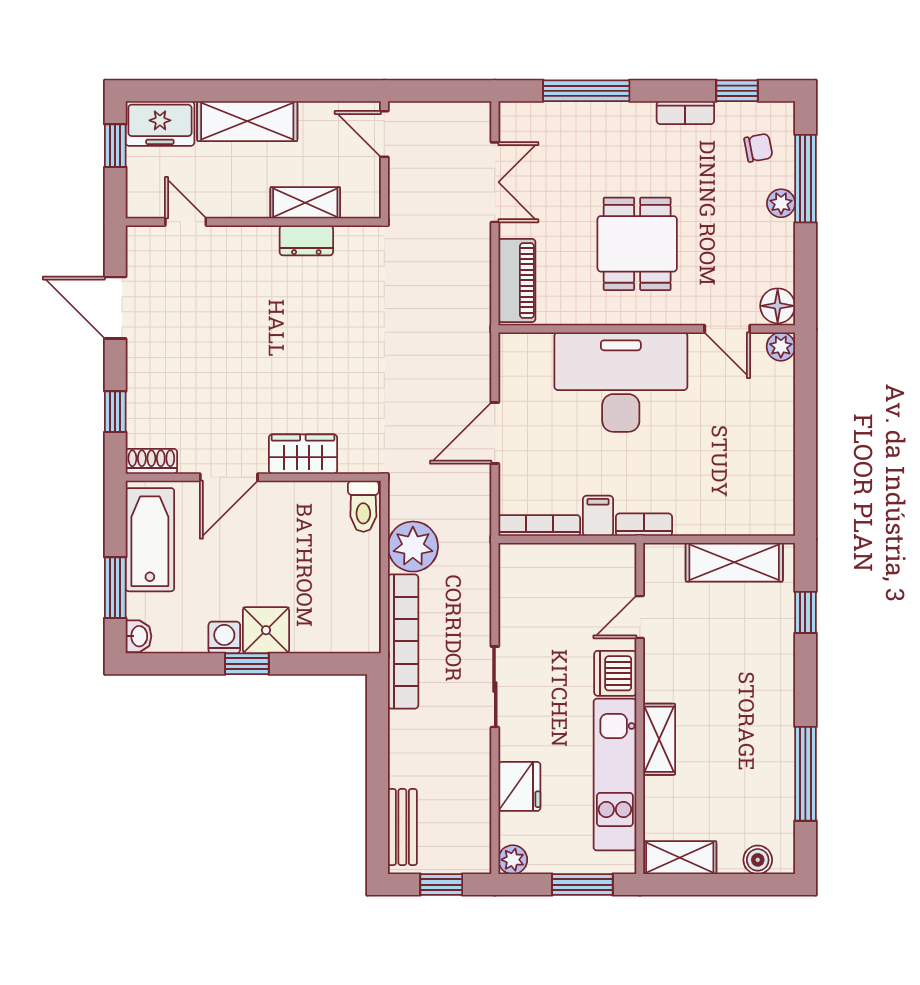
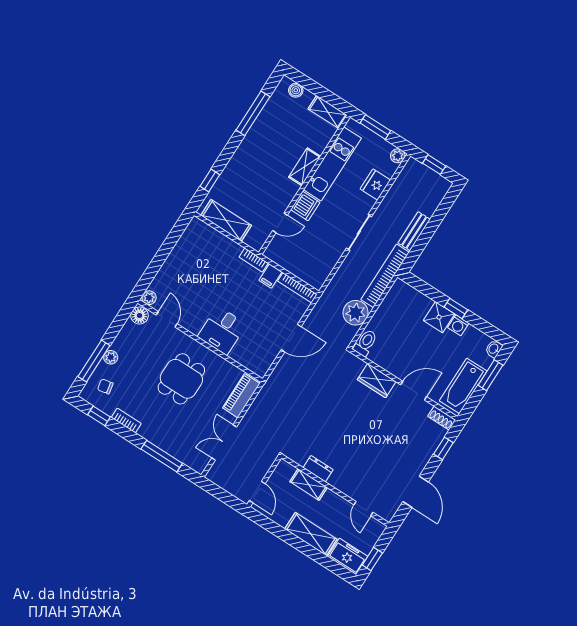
desk: (621, 382) -> (222, 330), width x0.53, depth x0.77
bench: (402, 827) -> (414, 231), moved

